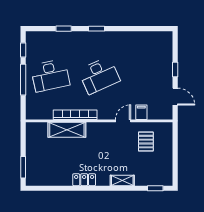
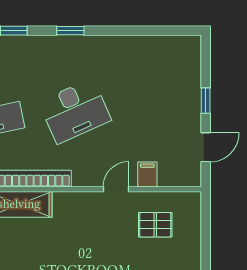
door: (175, 97) -> (206, 147), hinge flipped
pallet: (146, 142) -> (155, 225), turned 90

